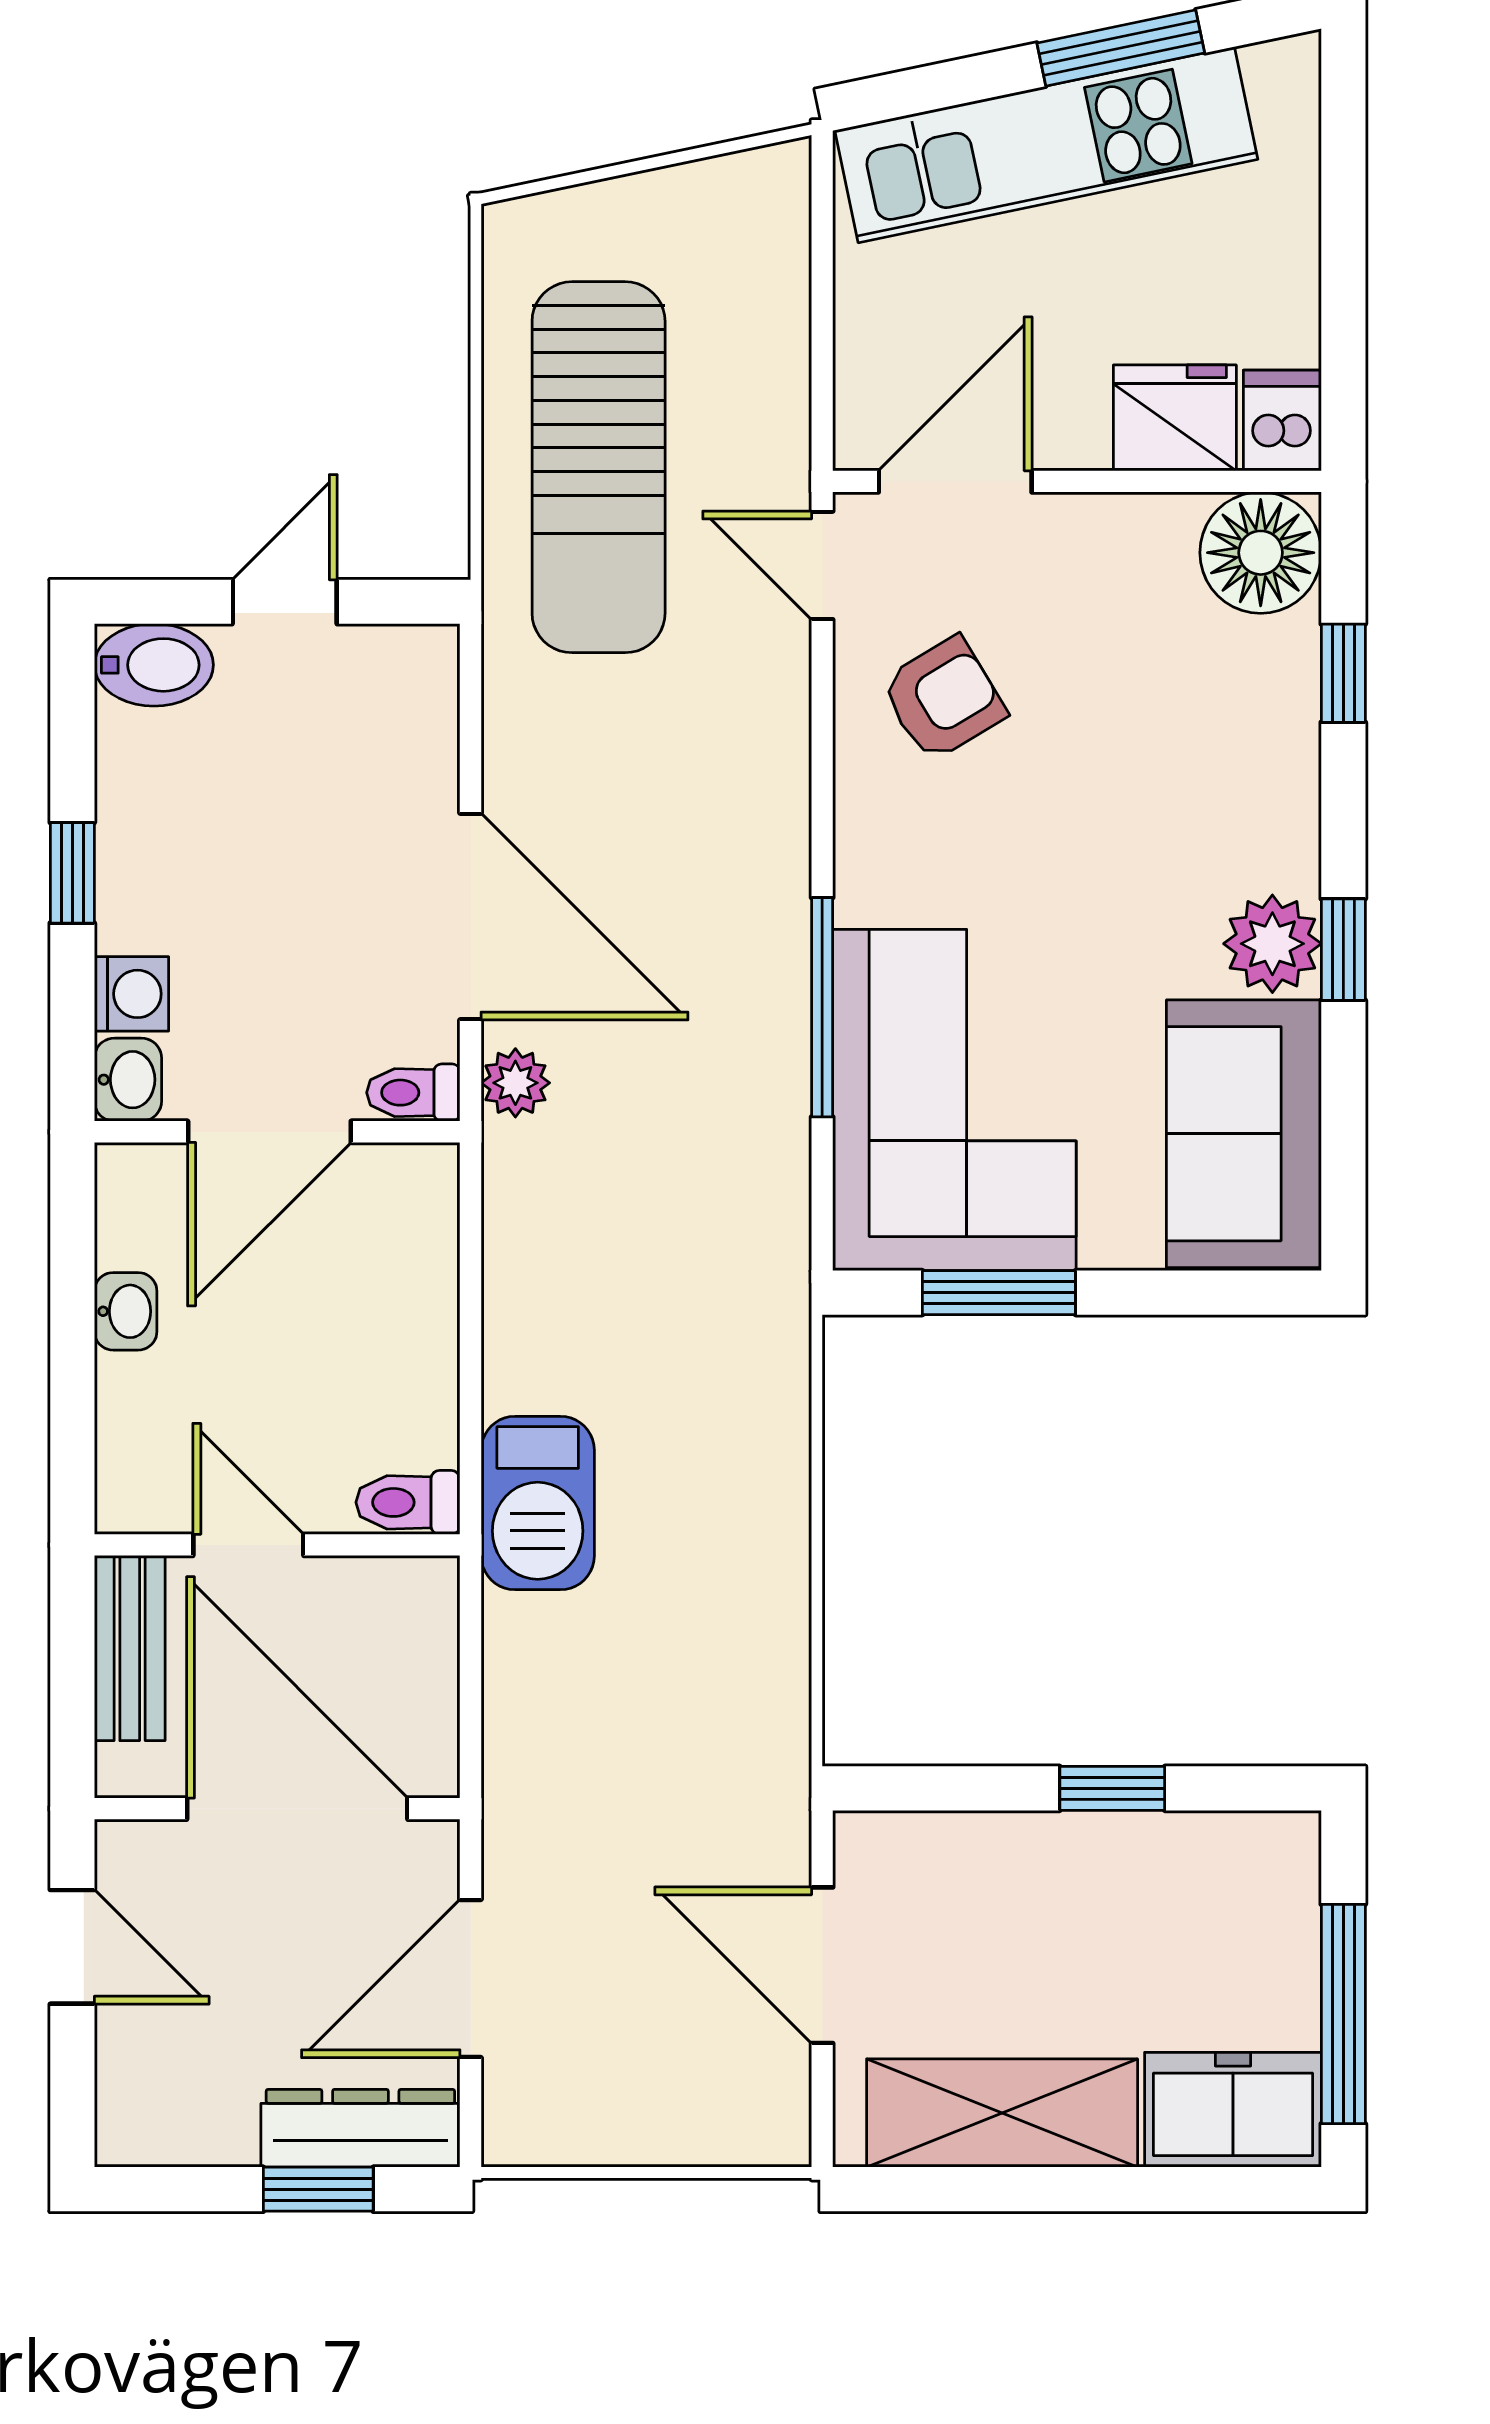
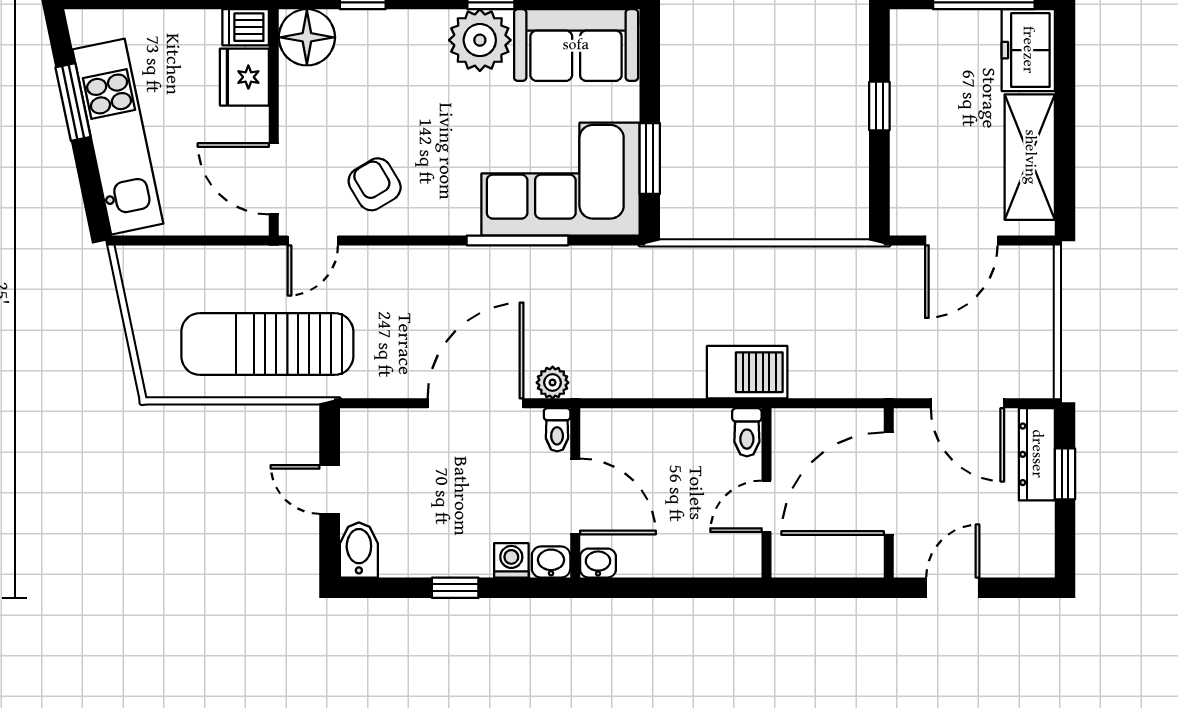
sun lounger: (599, 467) -> (267, 344), turned 180
plant: (1272, 944) -> (480, 40), width x1.36, depth x1.36
washbasin: (126, 1311) -> (598, 563), moved
bench: (130, 1648) -> (814, 561), removed

